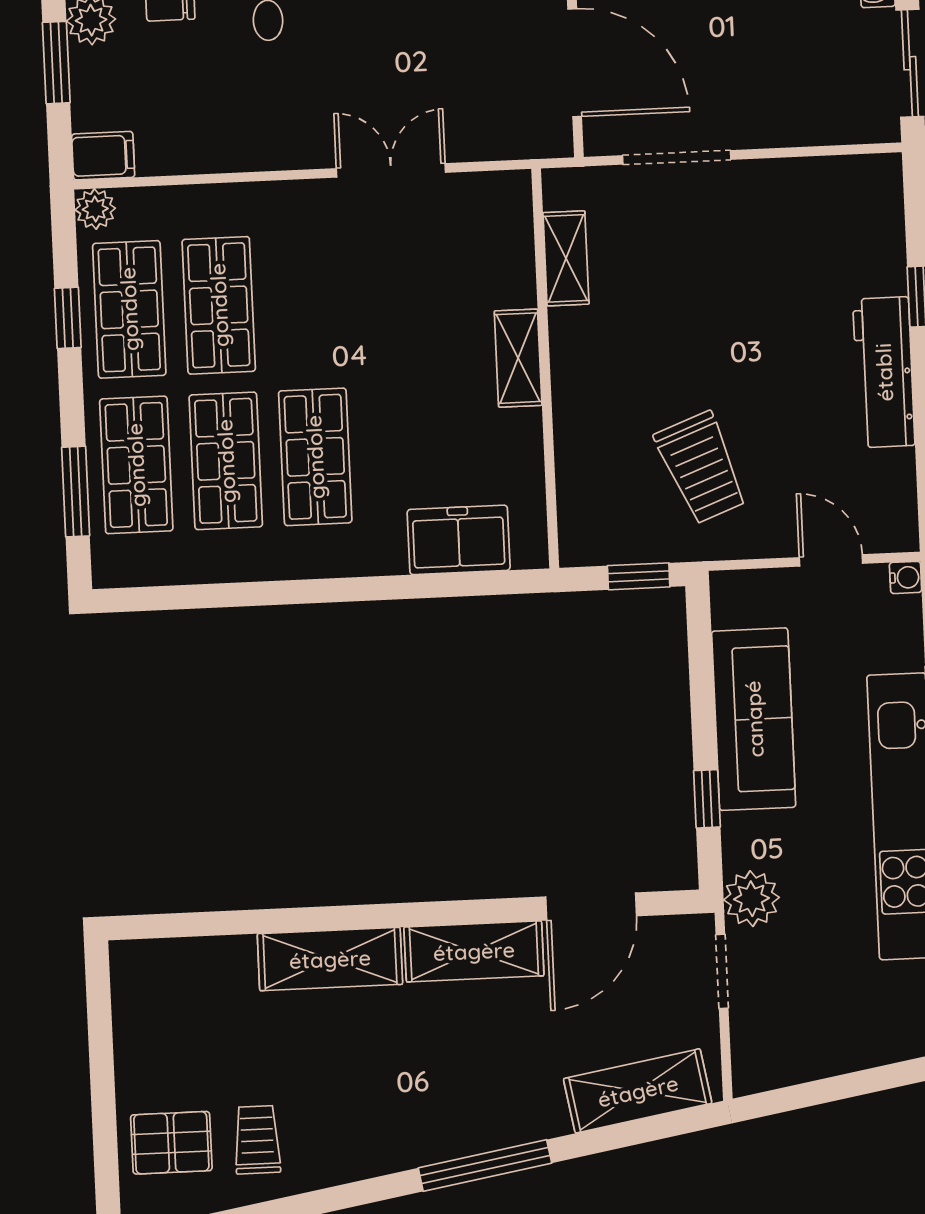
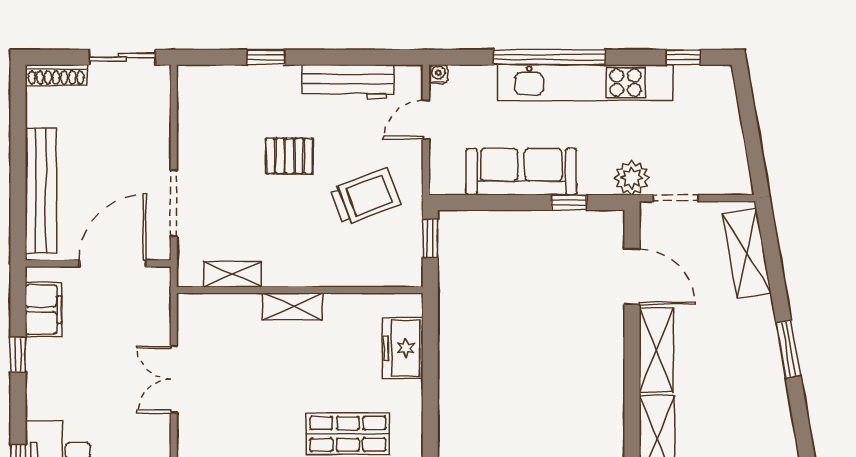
pallet: (762, 342) -> (289, 156), added
workbench: (884, 372) -> (348, 82), moved
window: (485, 1166) -> (788, 349), width x0.69

